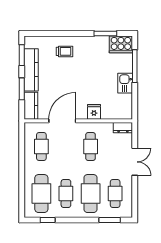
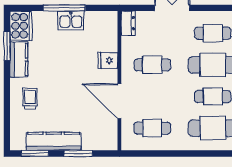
window: (135, 66) -> (64, 8), moved
kitchen counter: (31, 106) -> (19, 60), moved, turned 90

